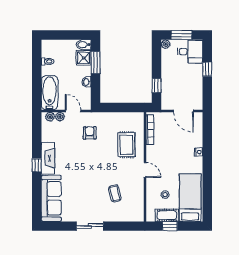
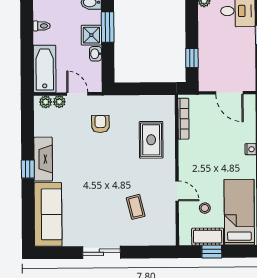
shower: (84, 58) -> (91, 35), moved
door: (145, 170) -> (177, 191), moved

